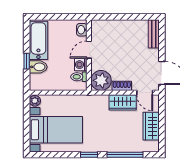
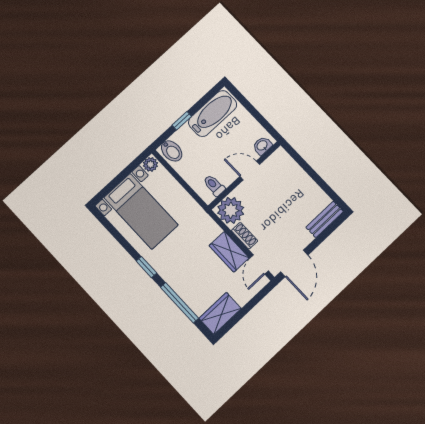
washing machine: (81, 65) -> (228, 176), removed
bidet: (38, 67) -> (172, 151), moved
wardrobe: (151, 126) -> (220, 313), moved

